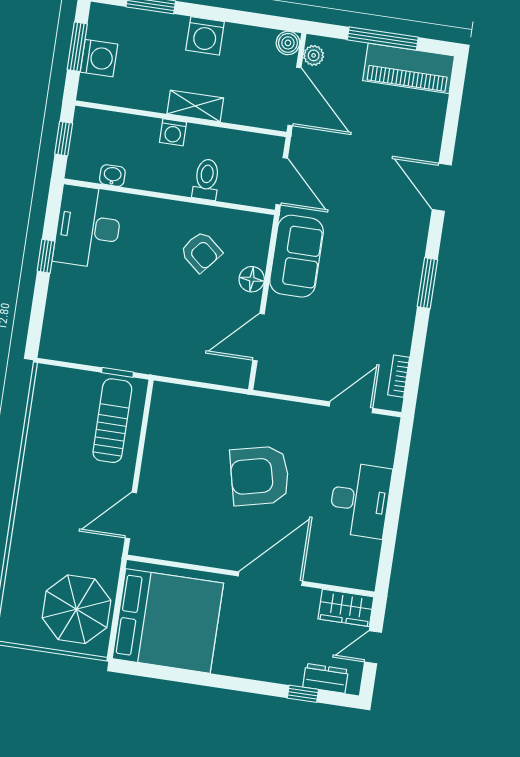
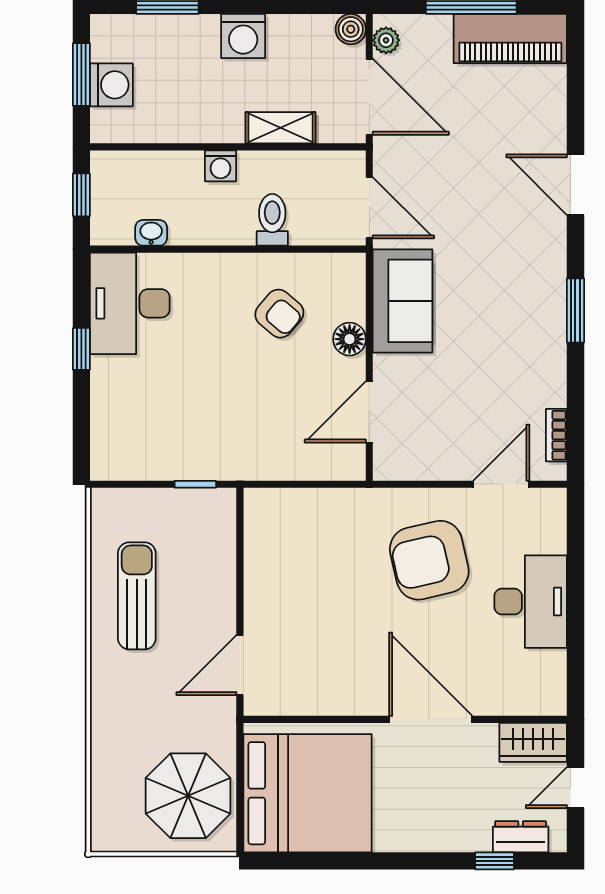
shelving: (195, 106) -> (281, 128), moved
sun lounger: (112, 421) -> (137, 596), moved
armchair: (260, 476) -> (429, 560), moved
door: (270, 579) -> (431, 719), hinge flipped

